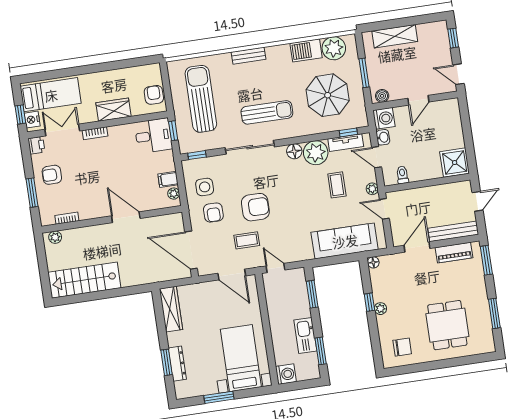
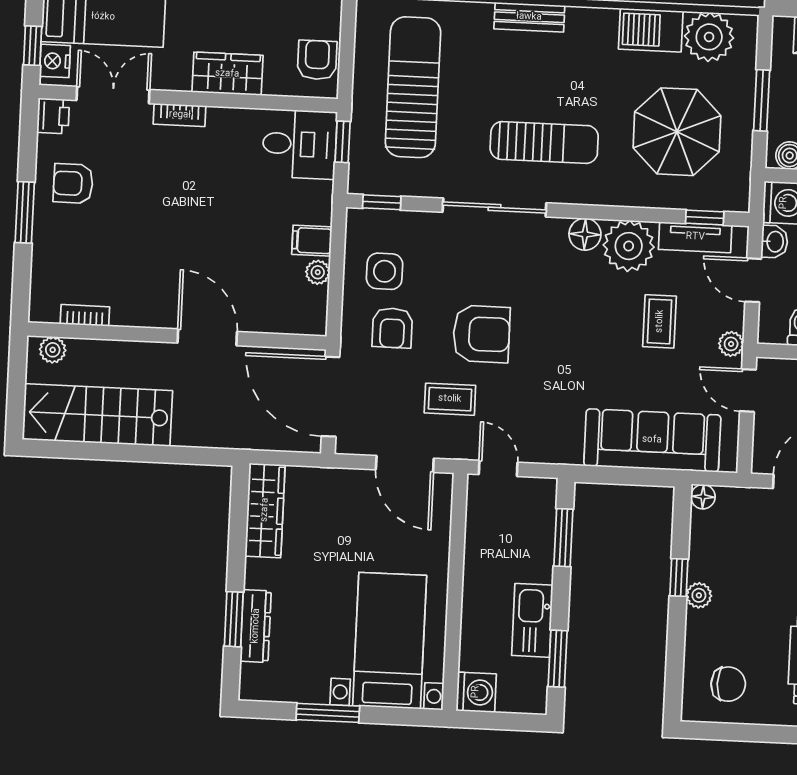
door: (126, 217) -> (207, 337), moved
bookcase: (67, 218) -> (85, 315), moved
wall: (112, 219) -> (177, 336), moved
plant: (55, 237) -> (53, 350), moved

